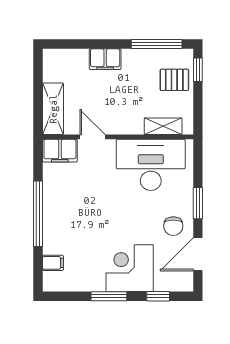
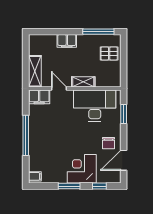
window: (198, 70) -> (124, 47), removed
shelving: (163, 126) -> (83, 82), moved
window: (198, 203) -> (124, 114), moved
filing cabinet: (53, 263) -> (35, 176), moved

